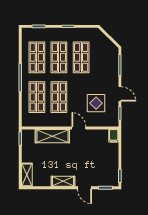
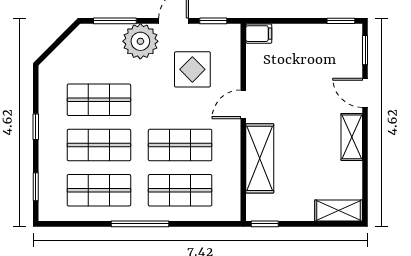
plant: (110, 78) -> (140, 41), added
door: (85, 188) -> (365, 93), swing flipped

